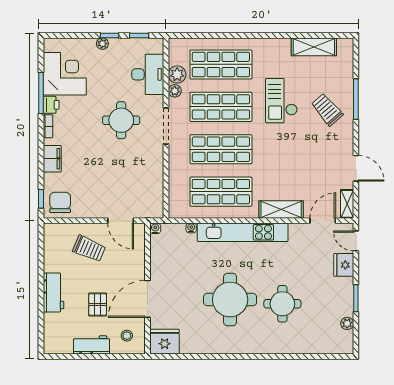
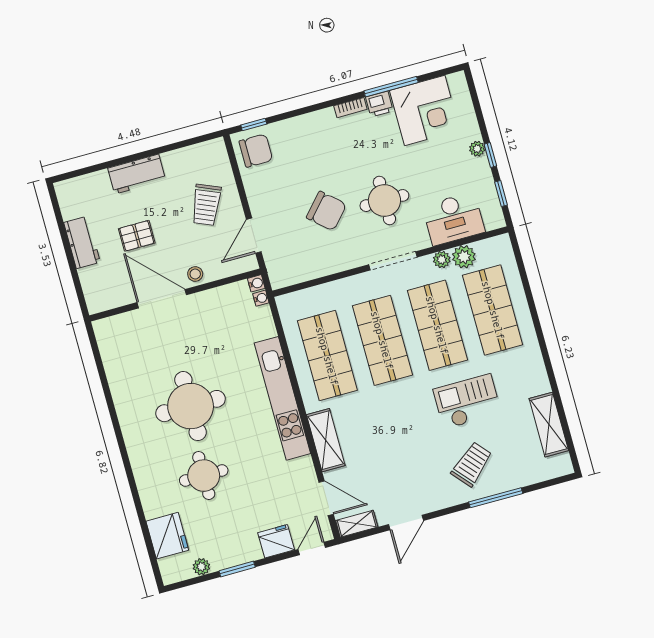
filing cabinet: (52, 159) -> (310, 125), removed
chair: (117, 164) -> (326, 211), added
water cooler: (191, 228) -> (261, 298), moved
stool: (127, 336) -> (195, 274), moved
fridge: (165, 342) -> (167, 536), moved

